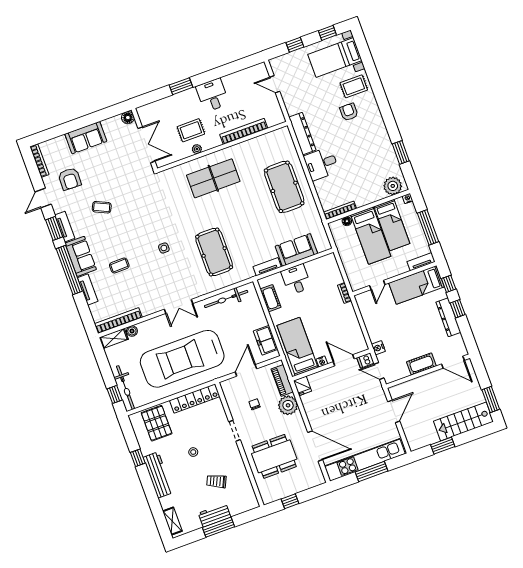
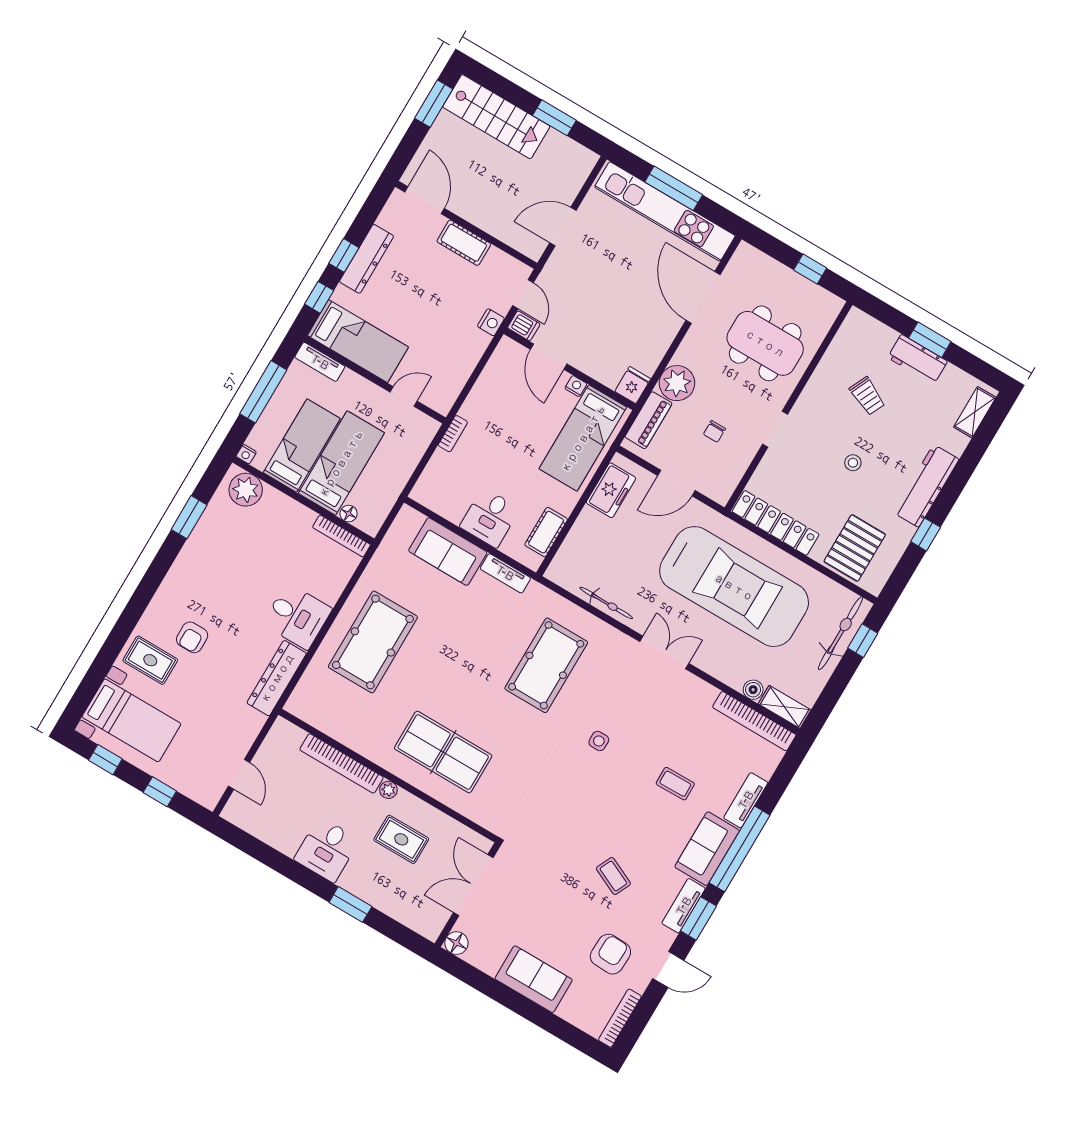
plant: (197, 149) -> (388, 790), moved
bicycle: (226, 299) -> (606, 603), width x0.73, depth x0.71
window: (219, 527) -> (930, 340), width x0.69

